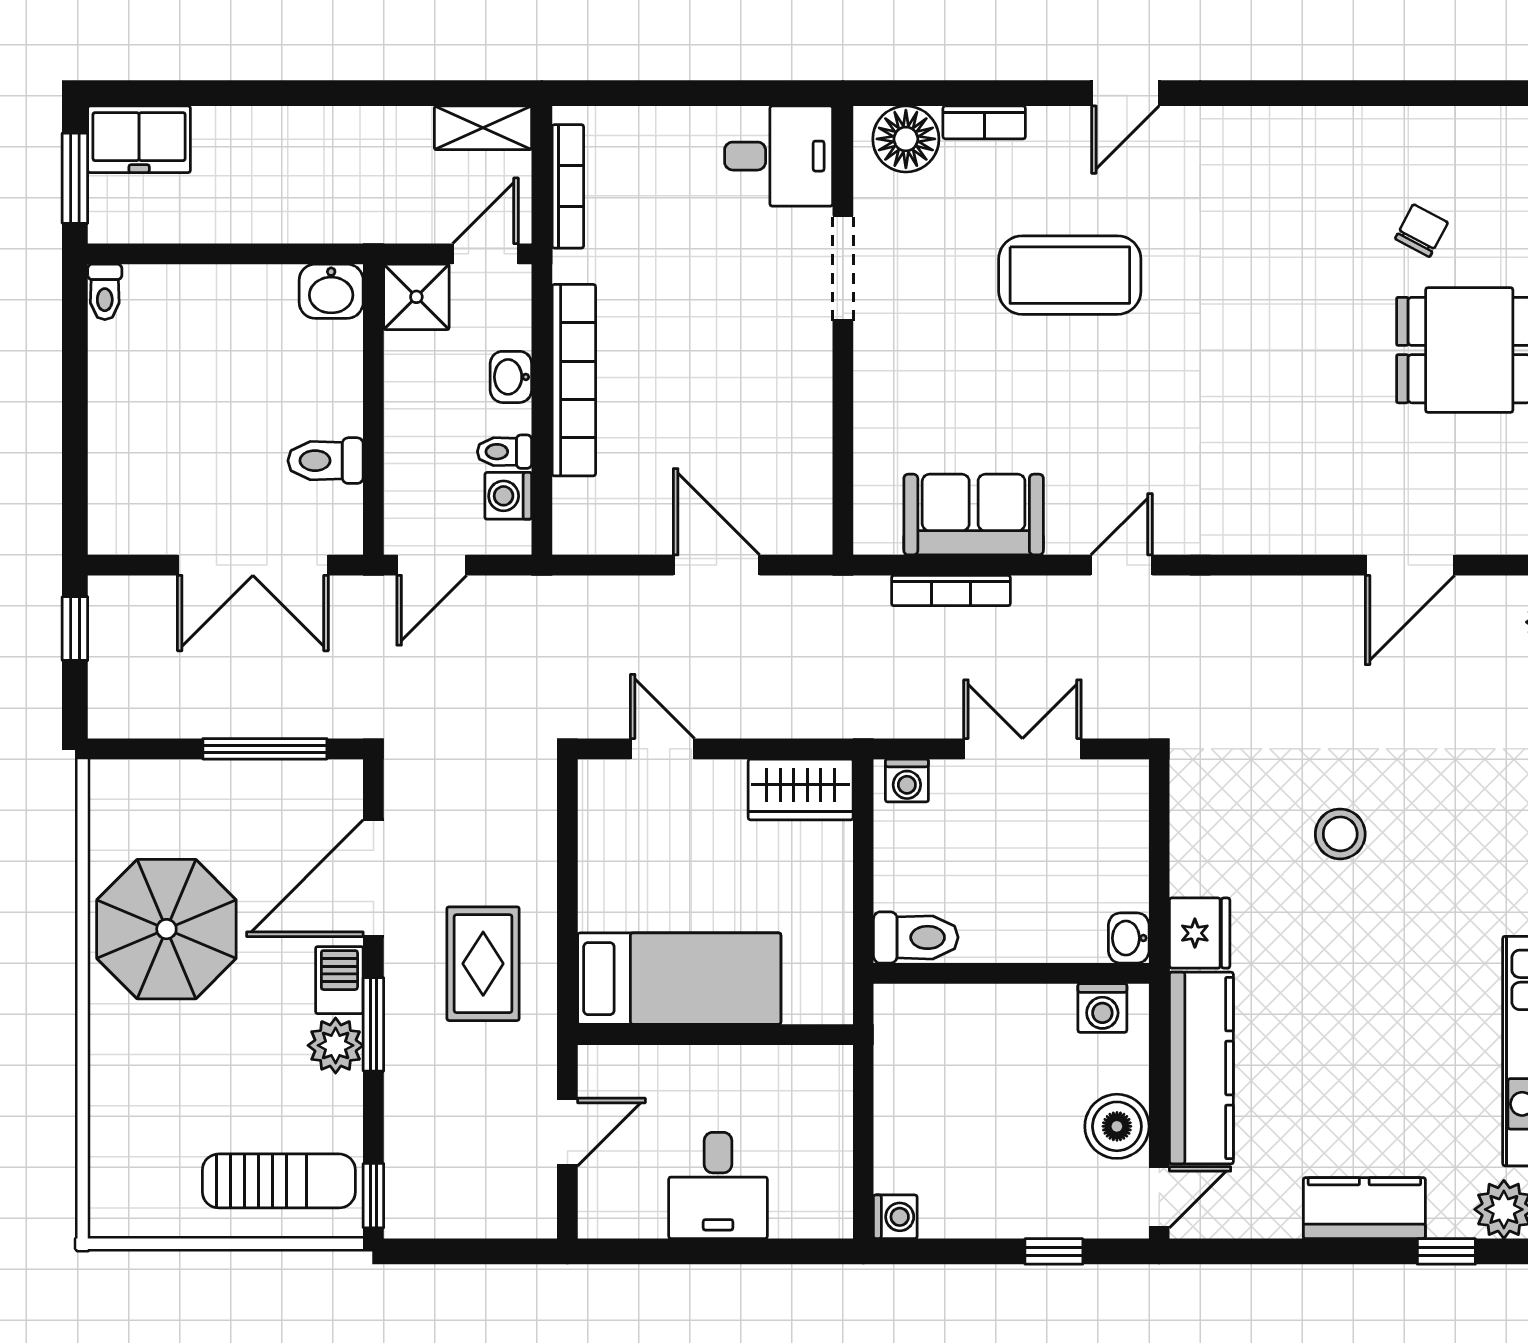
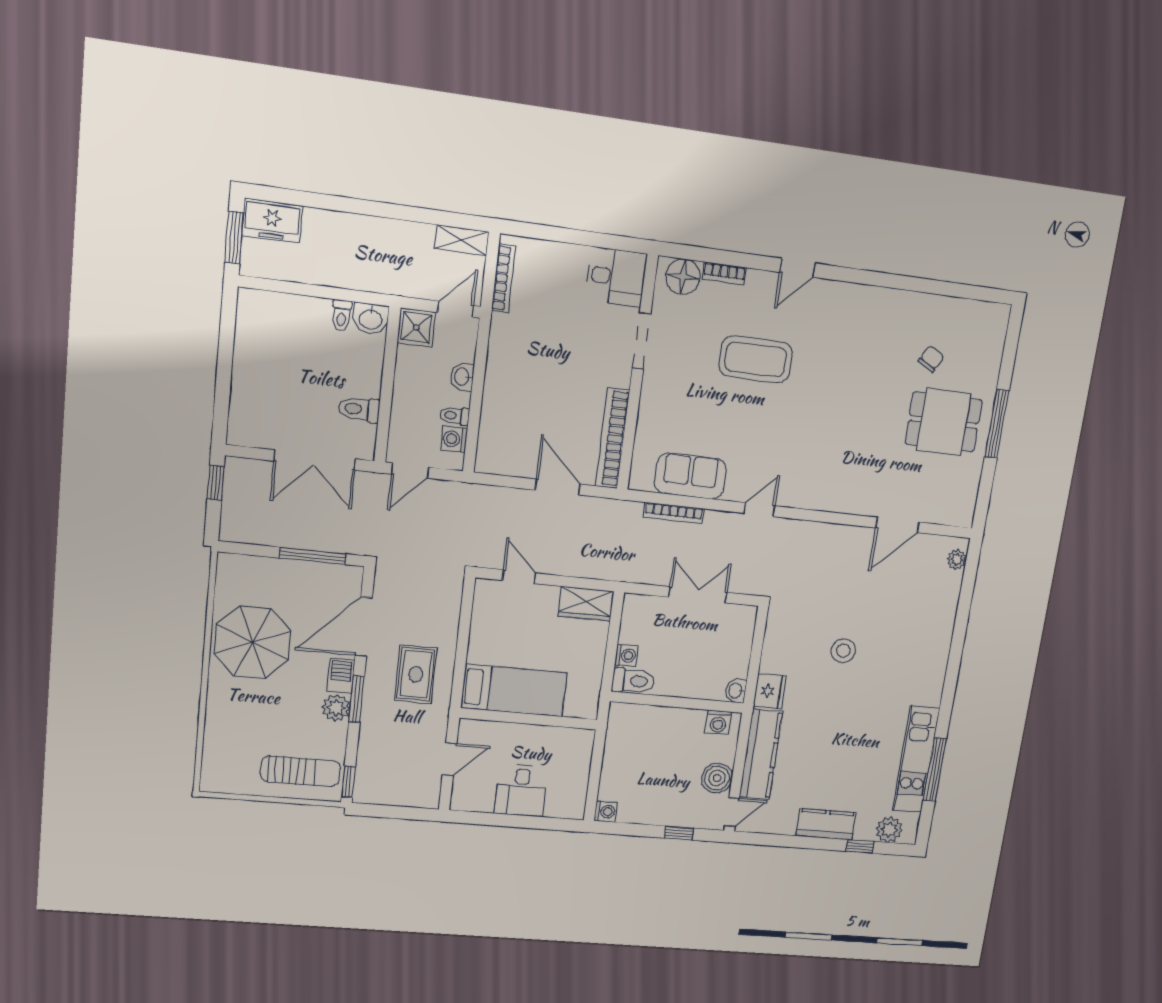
toilet: (105, 292) -> (342, 315), moved
bookcase: (574, 380) -> (612, 438), moved, turned 180
washing machine: (907, 780) -> (626, 655), moved, turned -90

